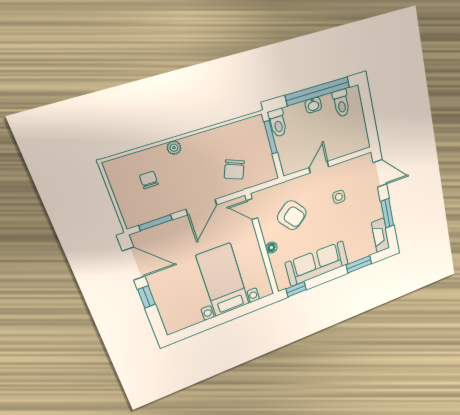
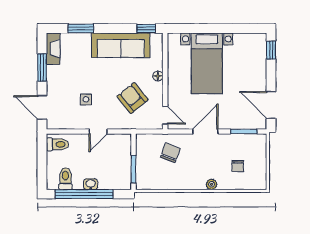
toilet: (278, 123) -> (57, 144), moved, turned 90
window: (146, 297) -> (271, 50), moved

